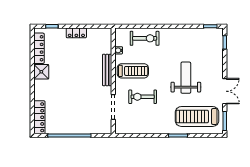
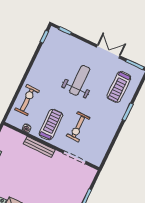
weight bench: (186, 78) -> (80, 80), turned 90
treadmill: (197, 116) -> (119, 87), width x0.73, depth x0.73

